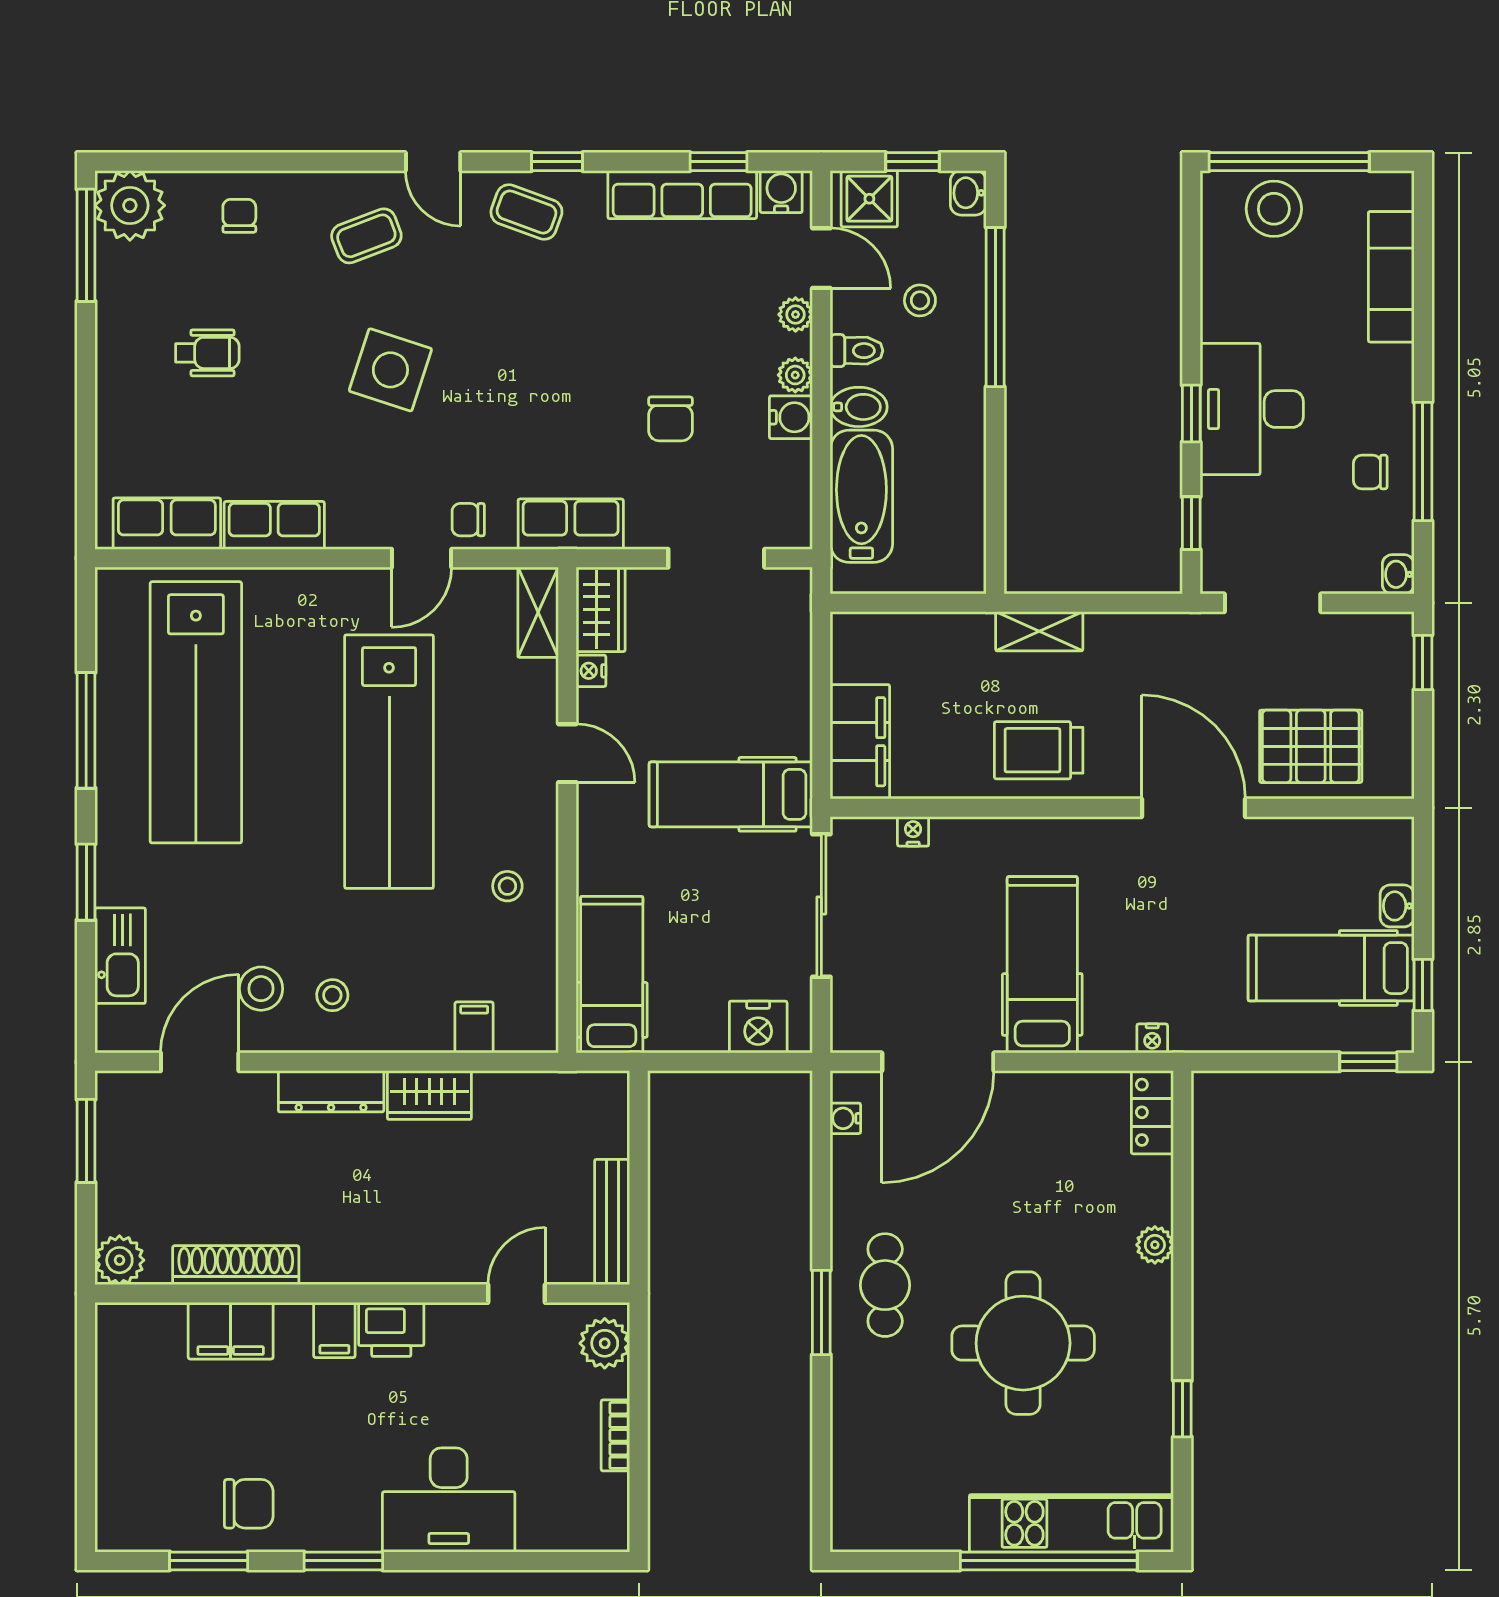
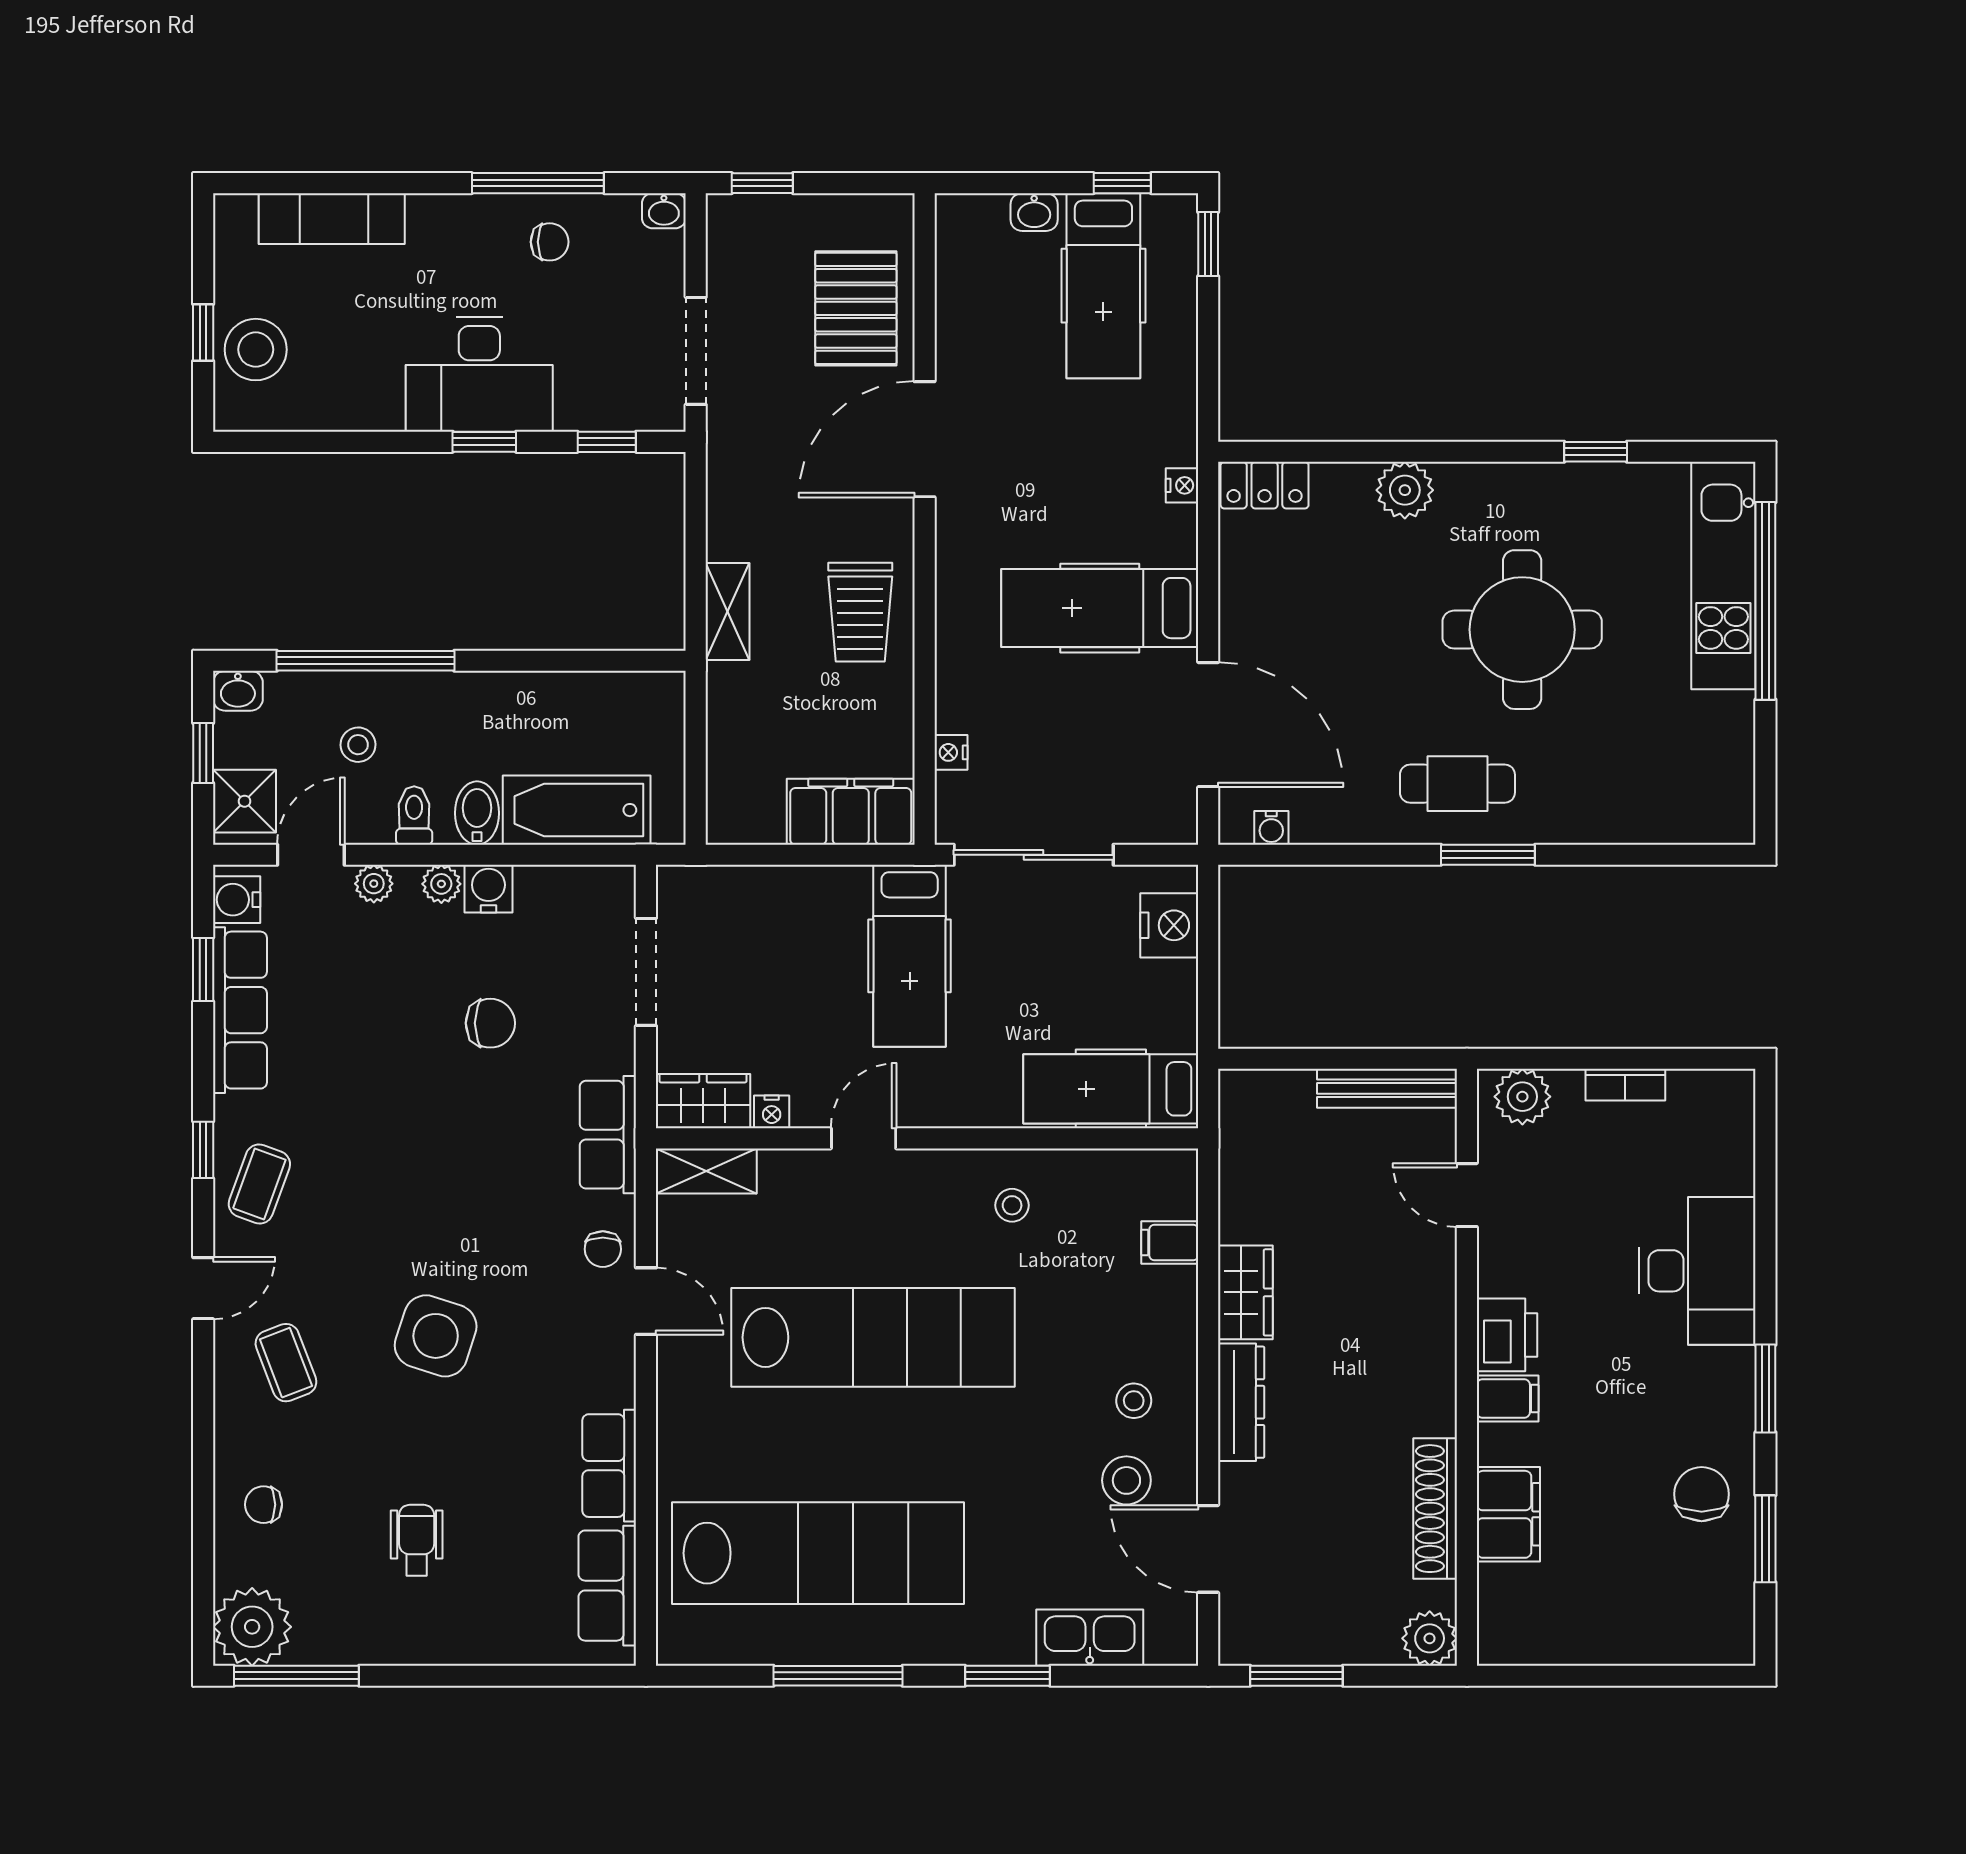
window: (1289, 162) -> (203, 332), width x0.32
chair: (1370, 472) -> (550, 242), turned -90
plant: (1155, 1245) -> (1405, 490), width x1.38, depth x1.38

